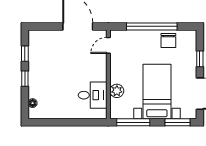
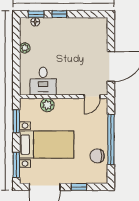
door: (108, 45) -> (92, 97), swing flipped
window: (25, 54) -> (36, 14), moved
plant: (59, 114) -> (25, 48), added
window: (133, 122) -> (16, 121), width x0.69

